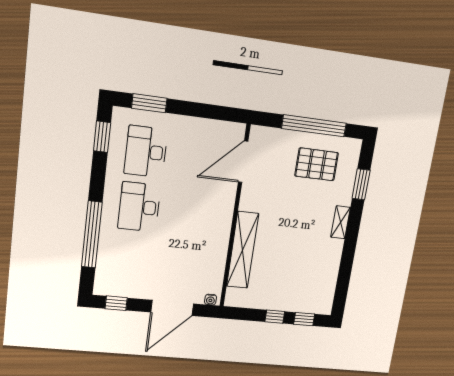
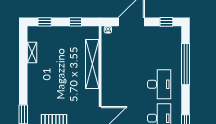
shelving: (341, 222) -> (32, 53), moved
window: (275, 317) -> (75, 22), moved

